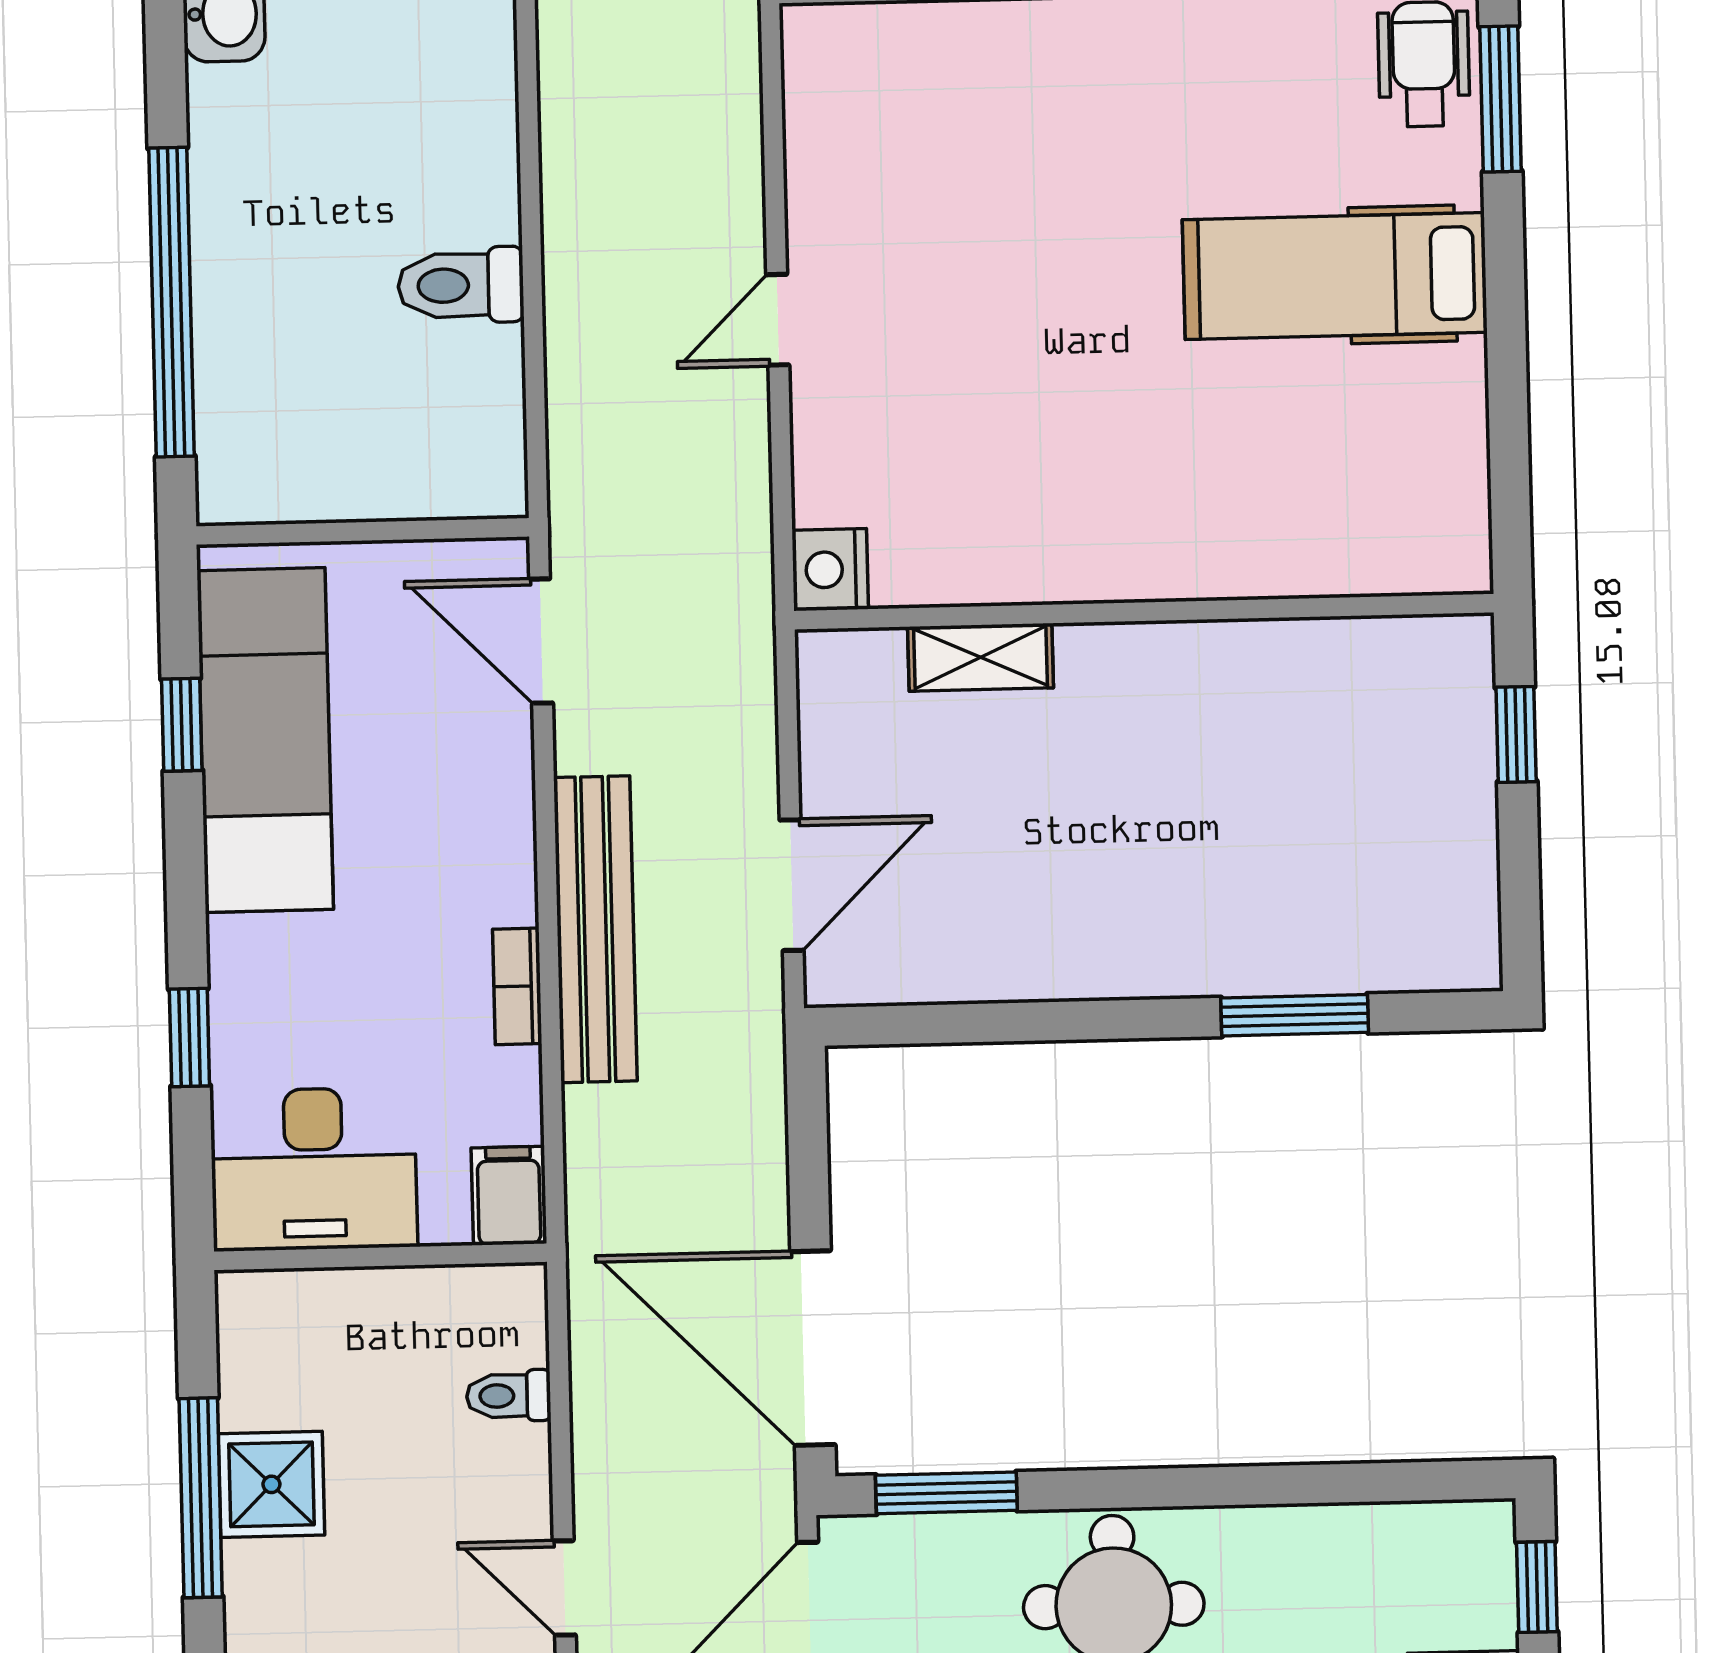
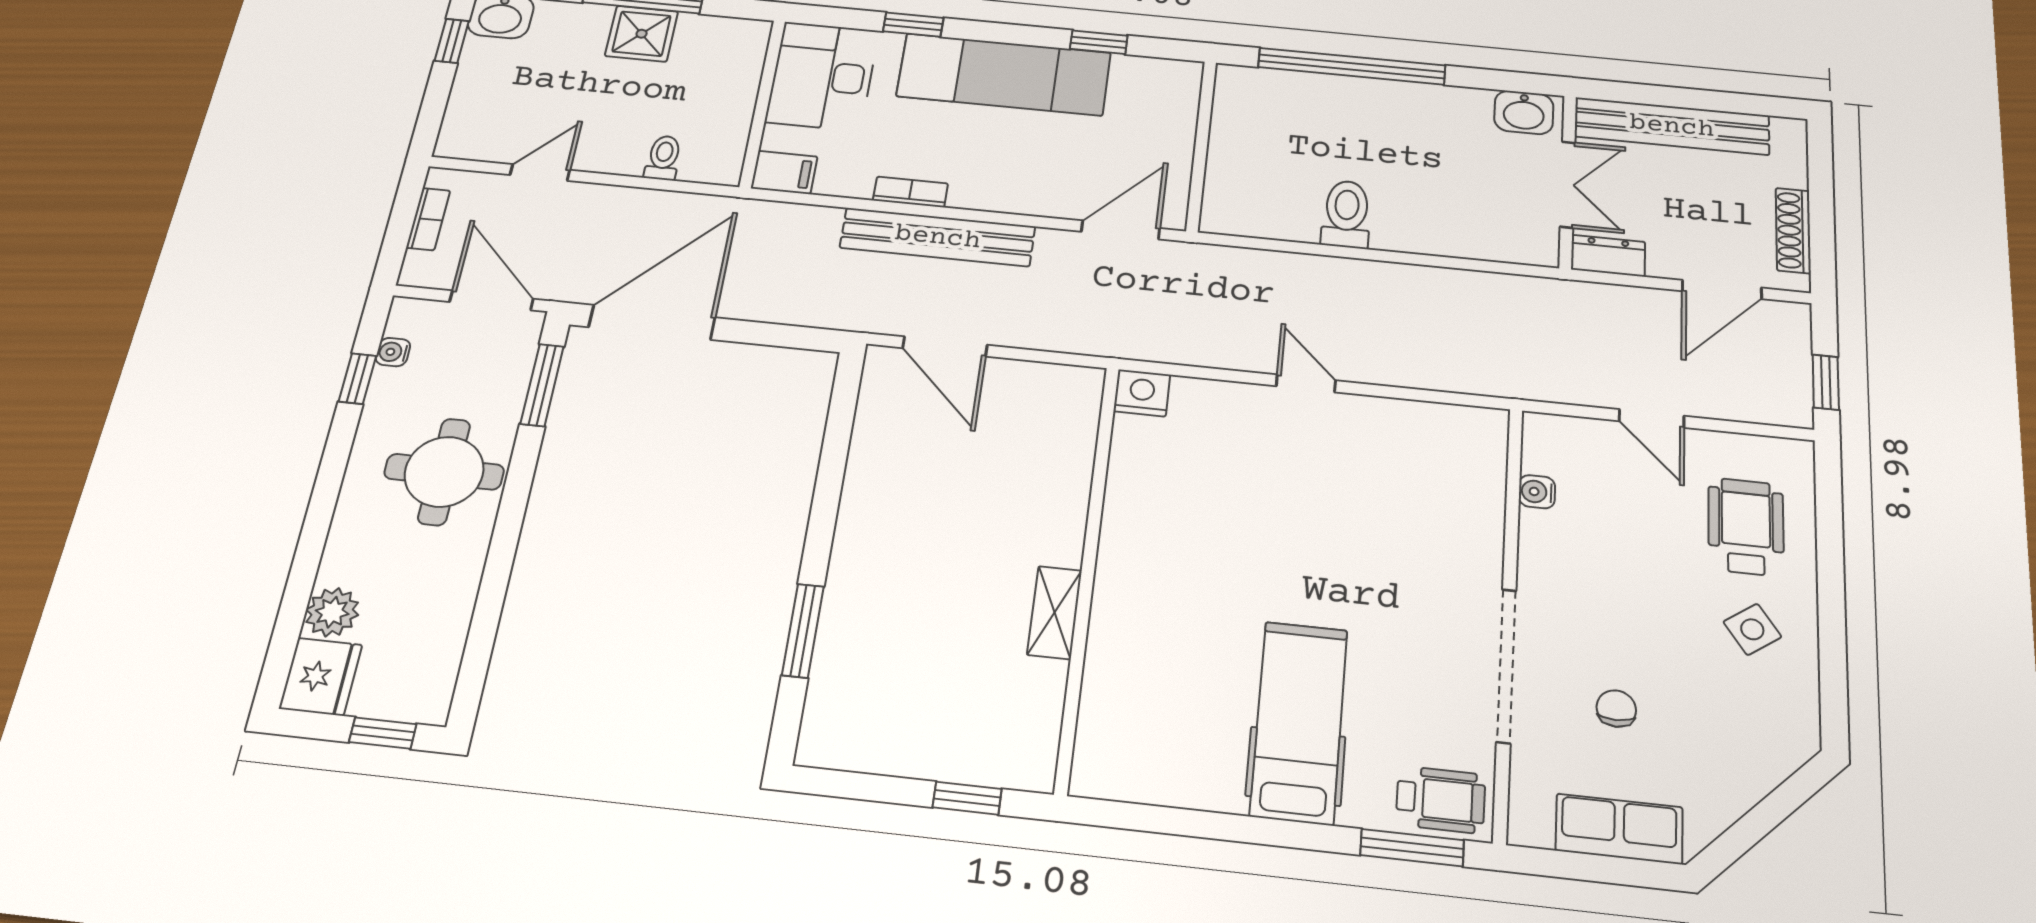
shelving: (981, 657) -> (1054, 612), moved
exam couch: (265, 740) -> (1004, 74), moved

